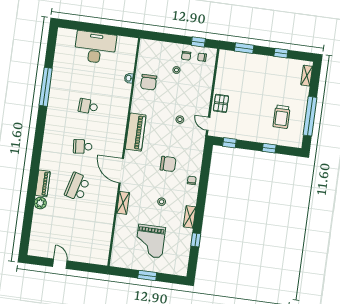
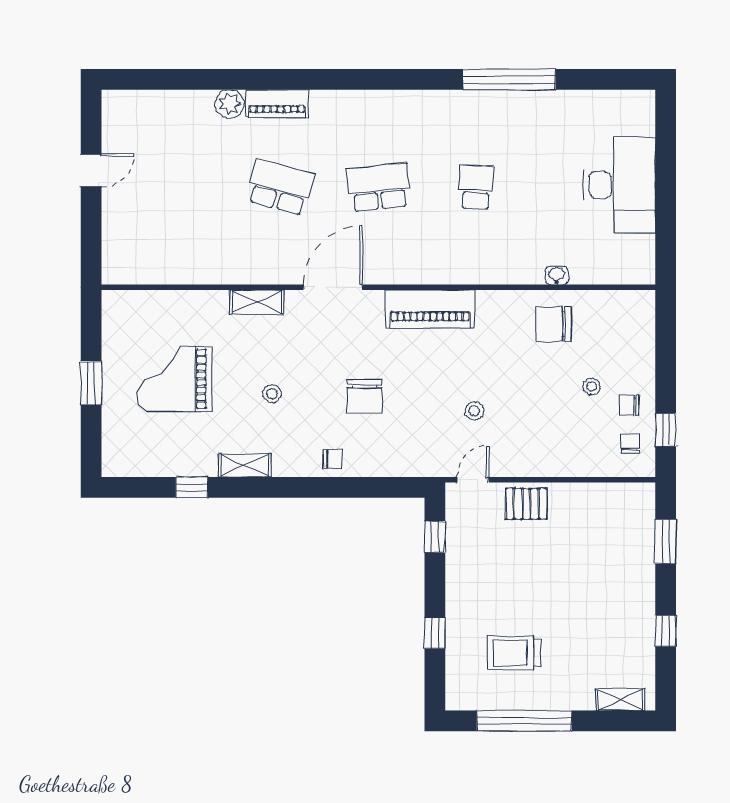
school desk: (83, 147) -> (378, 187), width x1.85

